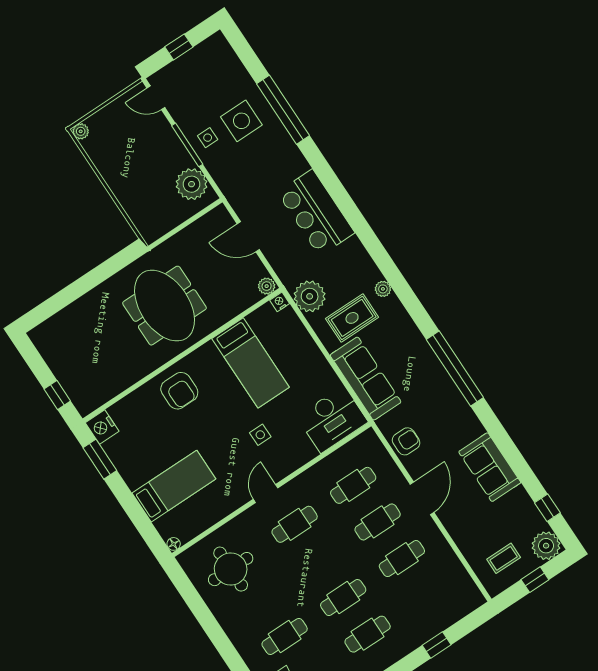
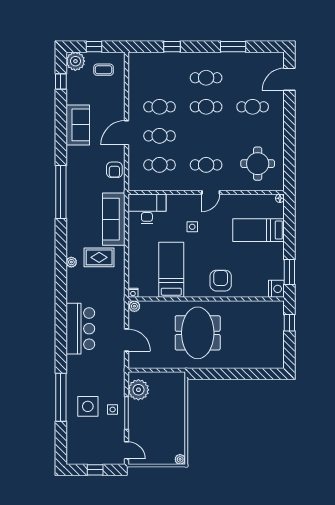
plant: (310, 296) -> (114, 285), removed
armchair: (406, 441) -> (114, 170), turned -90

